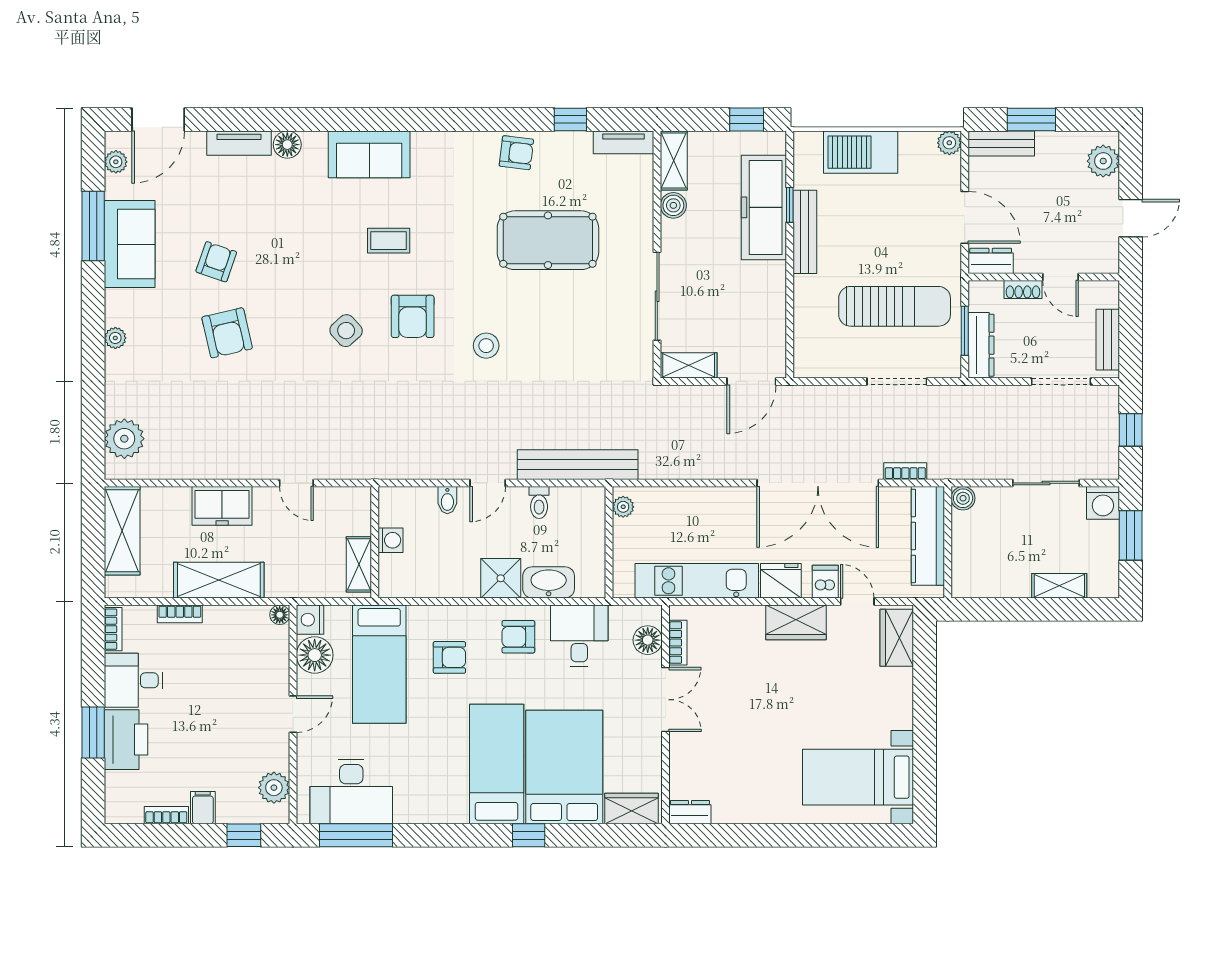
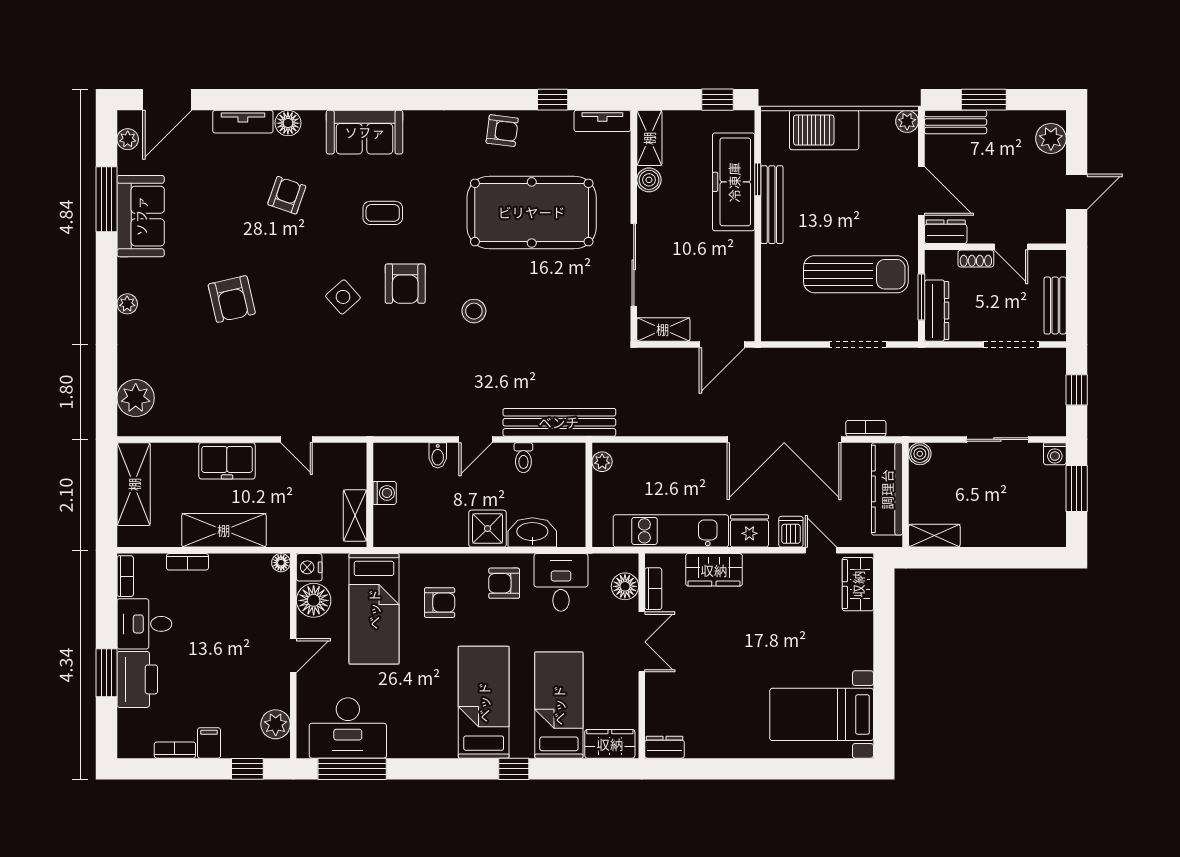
pool table: (548, 240) -> (532, 212), width x1.36, depth x1.32
armchair: (216, 262) -> (287, 195), moved
washing machine: (1103, 503) -> (1055, 454), width x0.73, depth x0.73
shelving: (1059, 586) -> (934, 536), moved
wardrobe: (796, 622) -> (714, 570), moved
bed: (564, 767) -> (559, 705), width x0.67

